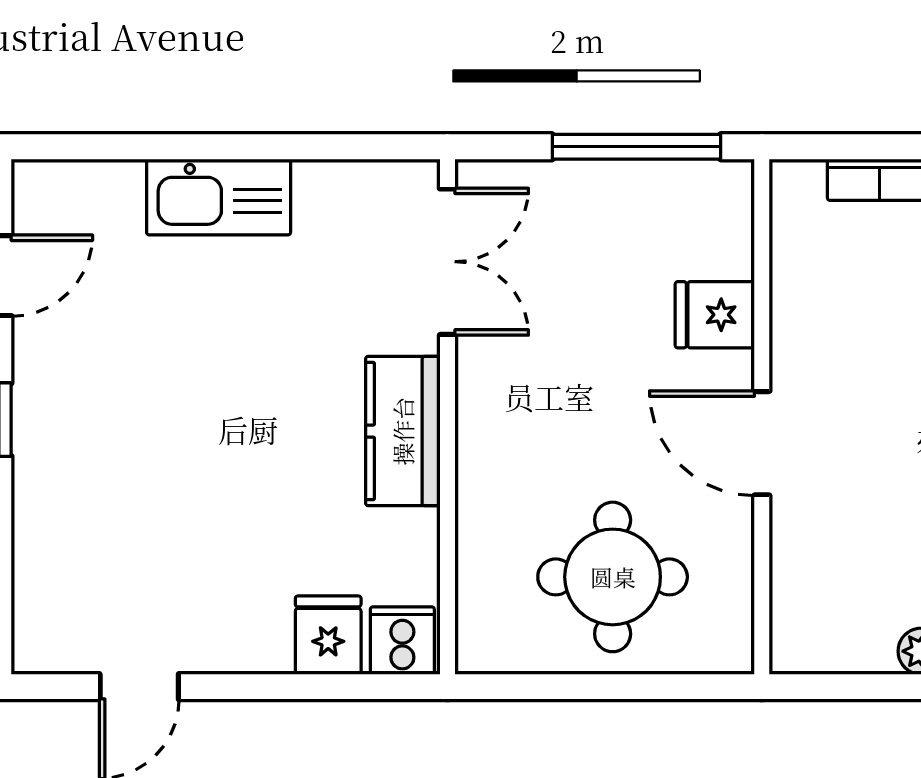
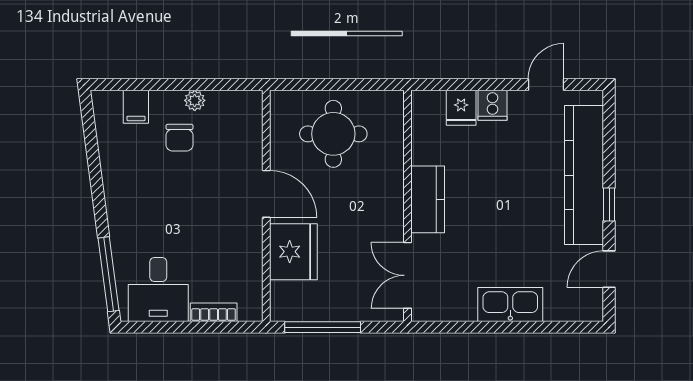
fridge: (715, 315) -> (293, 252), width x1.88, depth x1.34
kitchen counter: (55, 485) -> (584, 175), added
cooker: (402, 641) -> (492, 105), moved

